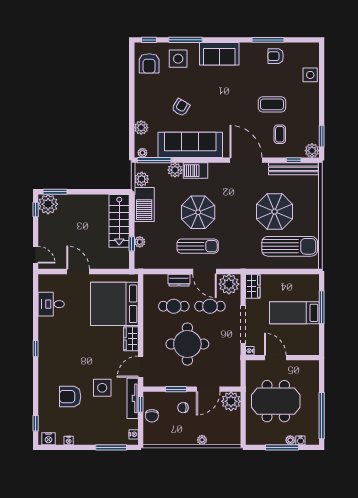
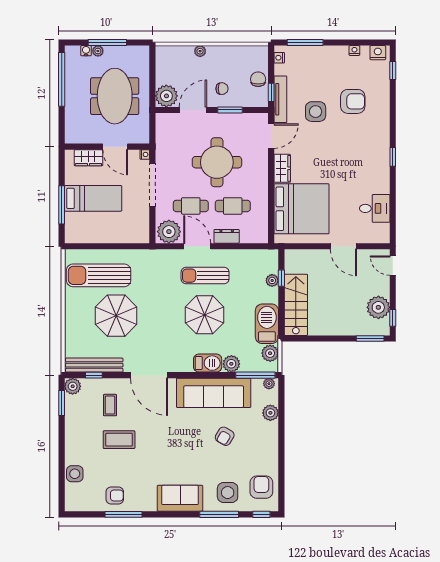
plant: (48, 204) -> (378, 307), moved
wardrobe: (253, 286) -> (88, 158), moved, turned -90
meeting table: (276, 401) -> (115, 96), turned 90

